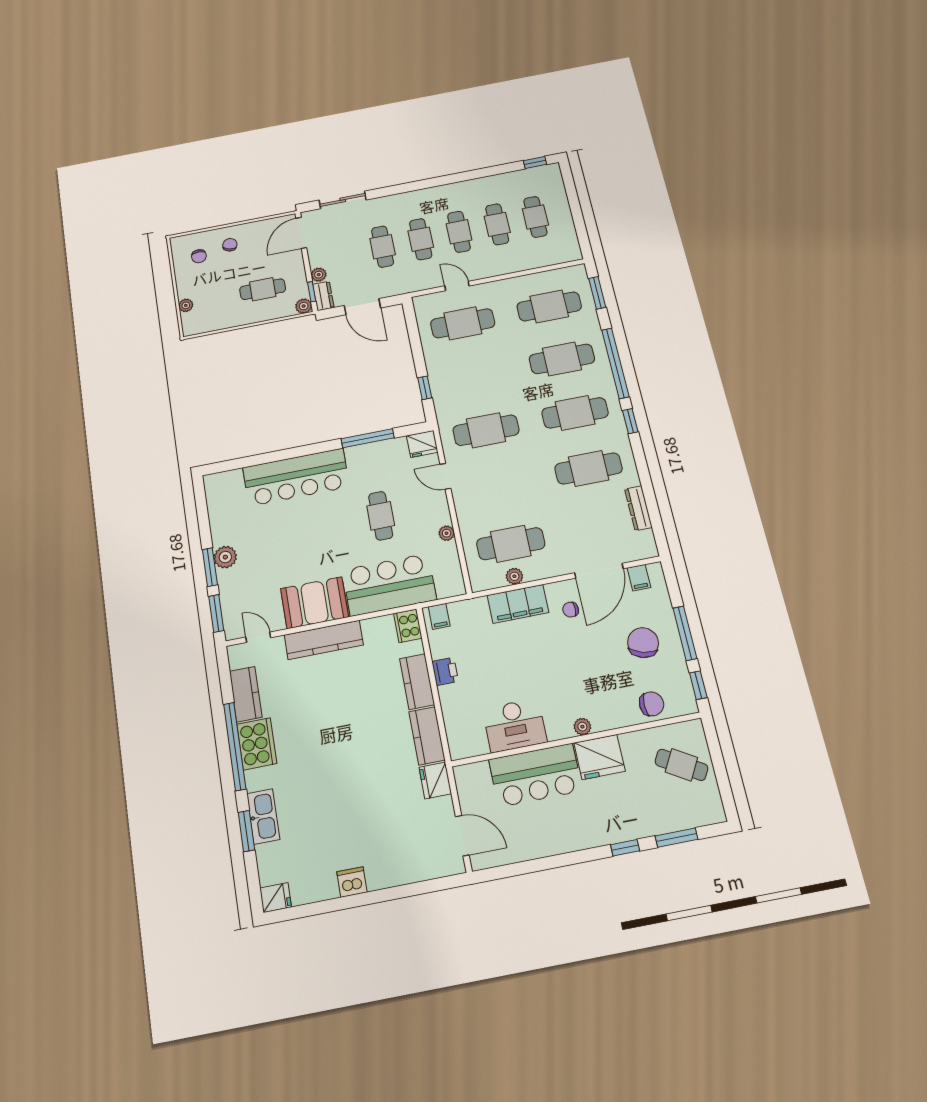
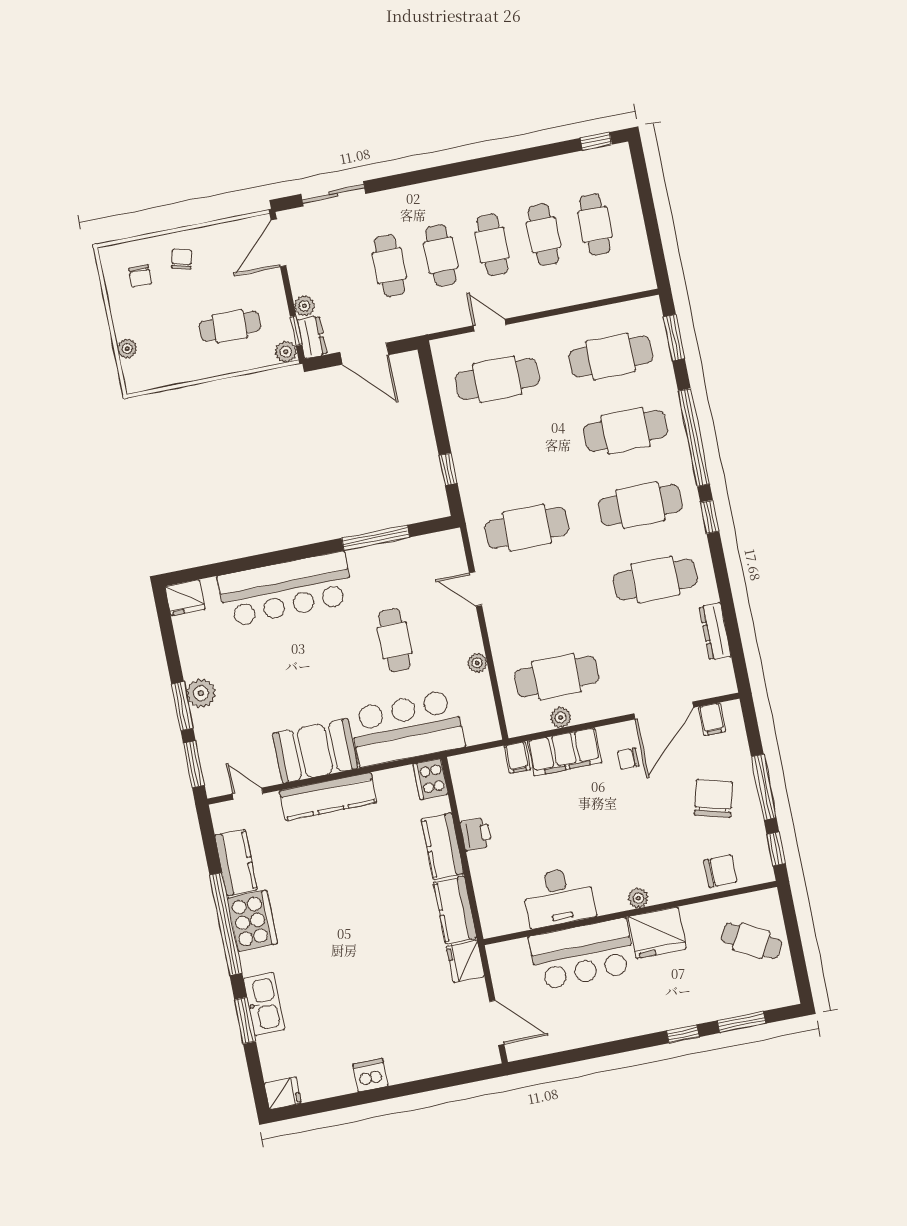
fridge: (422, 444) -> (185, 598), moved
filing cabinet: (439, 616) -> (517, 758), moved

